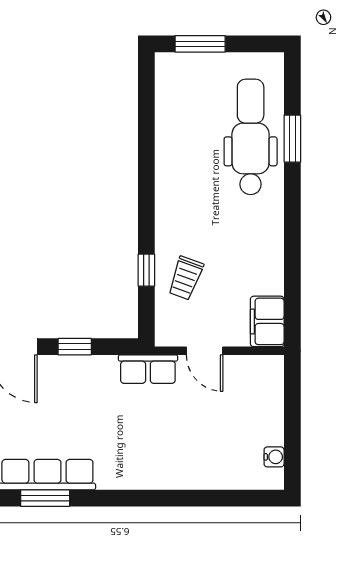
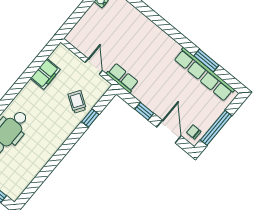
trolley: (186, 278) -> (77, 102), turned -77
filing cabinet: (267, 321) -> (45, 74), moved

